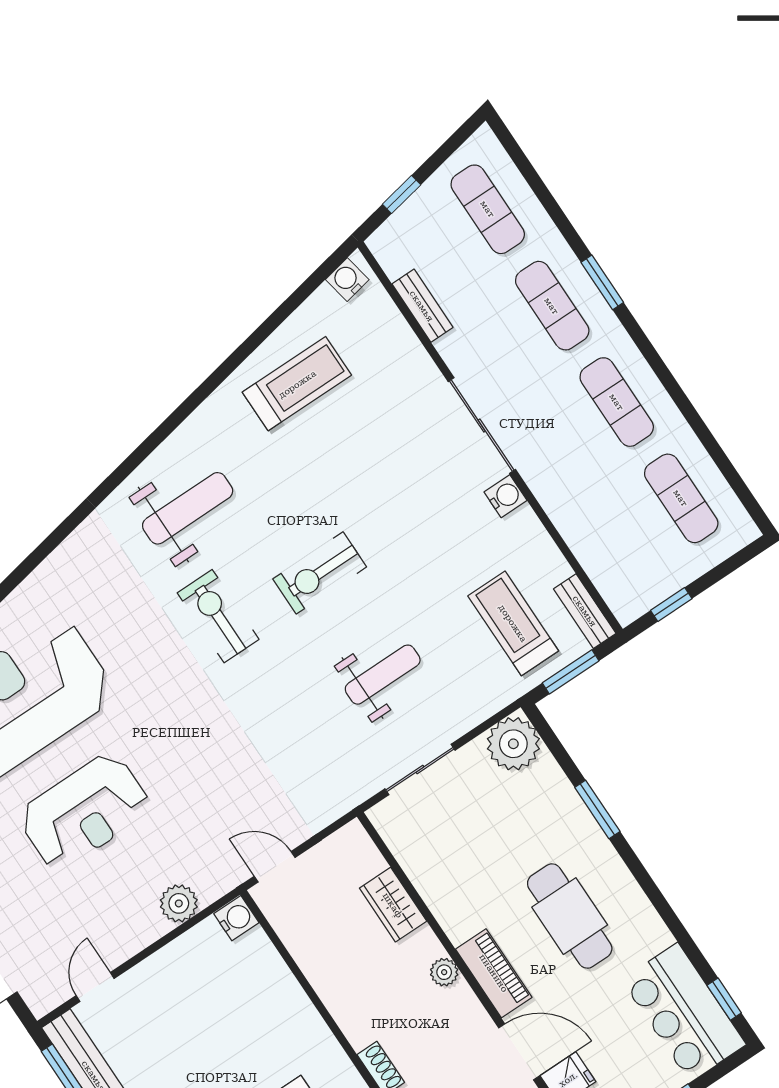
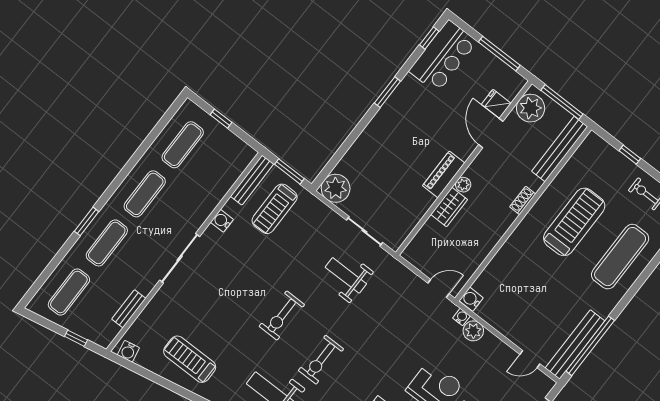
water cooler: (505, 496) -> (222, 221), moved
exercise bike: (320, 573) -> (282, 316), turned 90
window: (671, 604) -> (221, 119), moved
bench: (585, 611) -> (252, 180), width x1.36
weight bench: (383, 675) -> (346, 275), moved
window: (597, 809) -> (387, 92), moved
door: (275, 867) -> (438, 288), swing flipped
water cooler: (210, 891) -> (461, 317), added
wardrobe: (393, 905) -> (449, 207), moved
cafe table: (570, 916) -> (413, 130), removed
piano: (494, 973) -> (444, 174), moved

